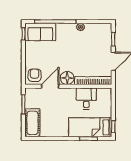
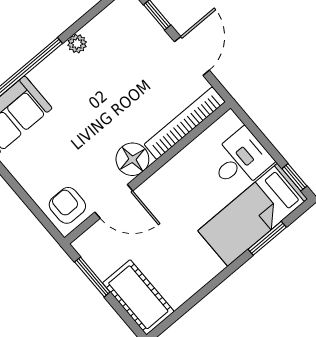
door: (50, 86) -> (114, 201), swing flipped
desk: (86, 99) -> (240, 160), moved, turned 90

